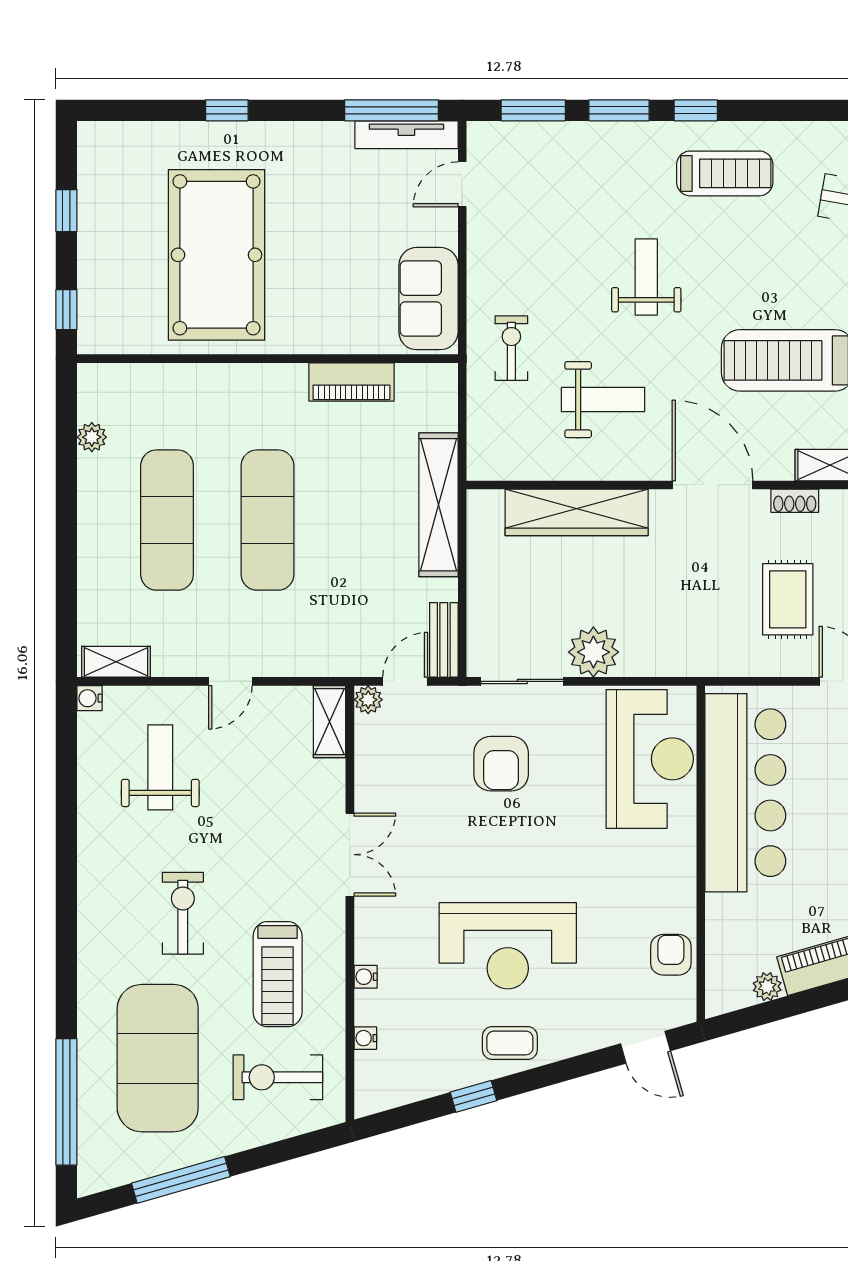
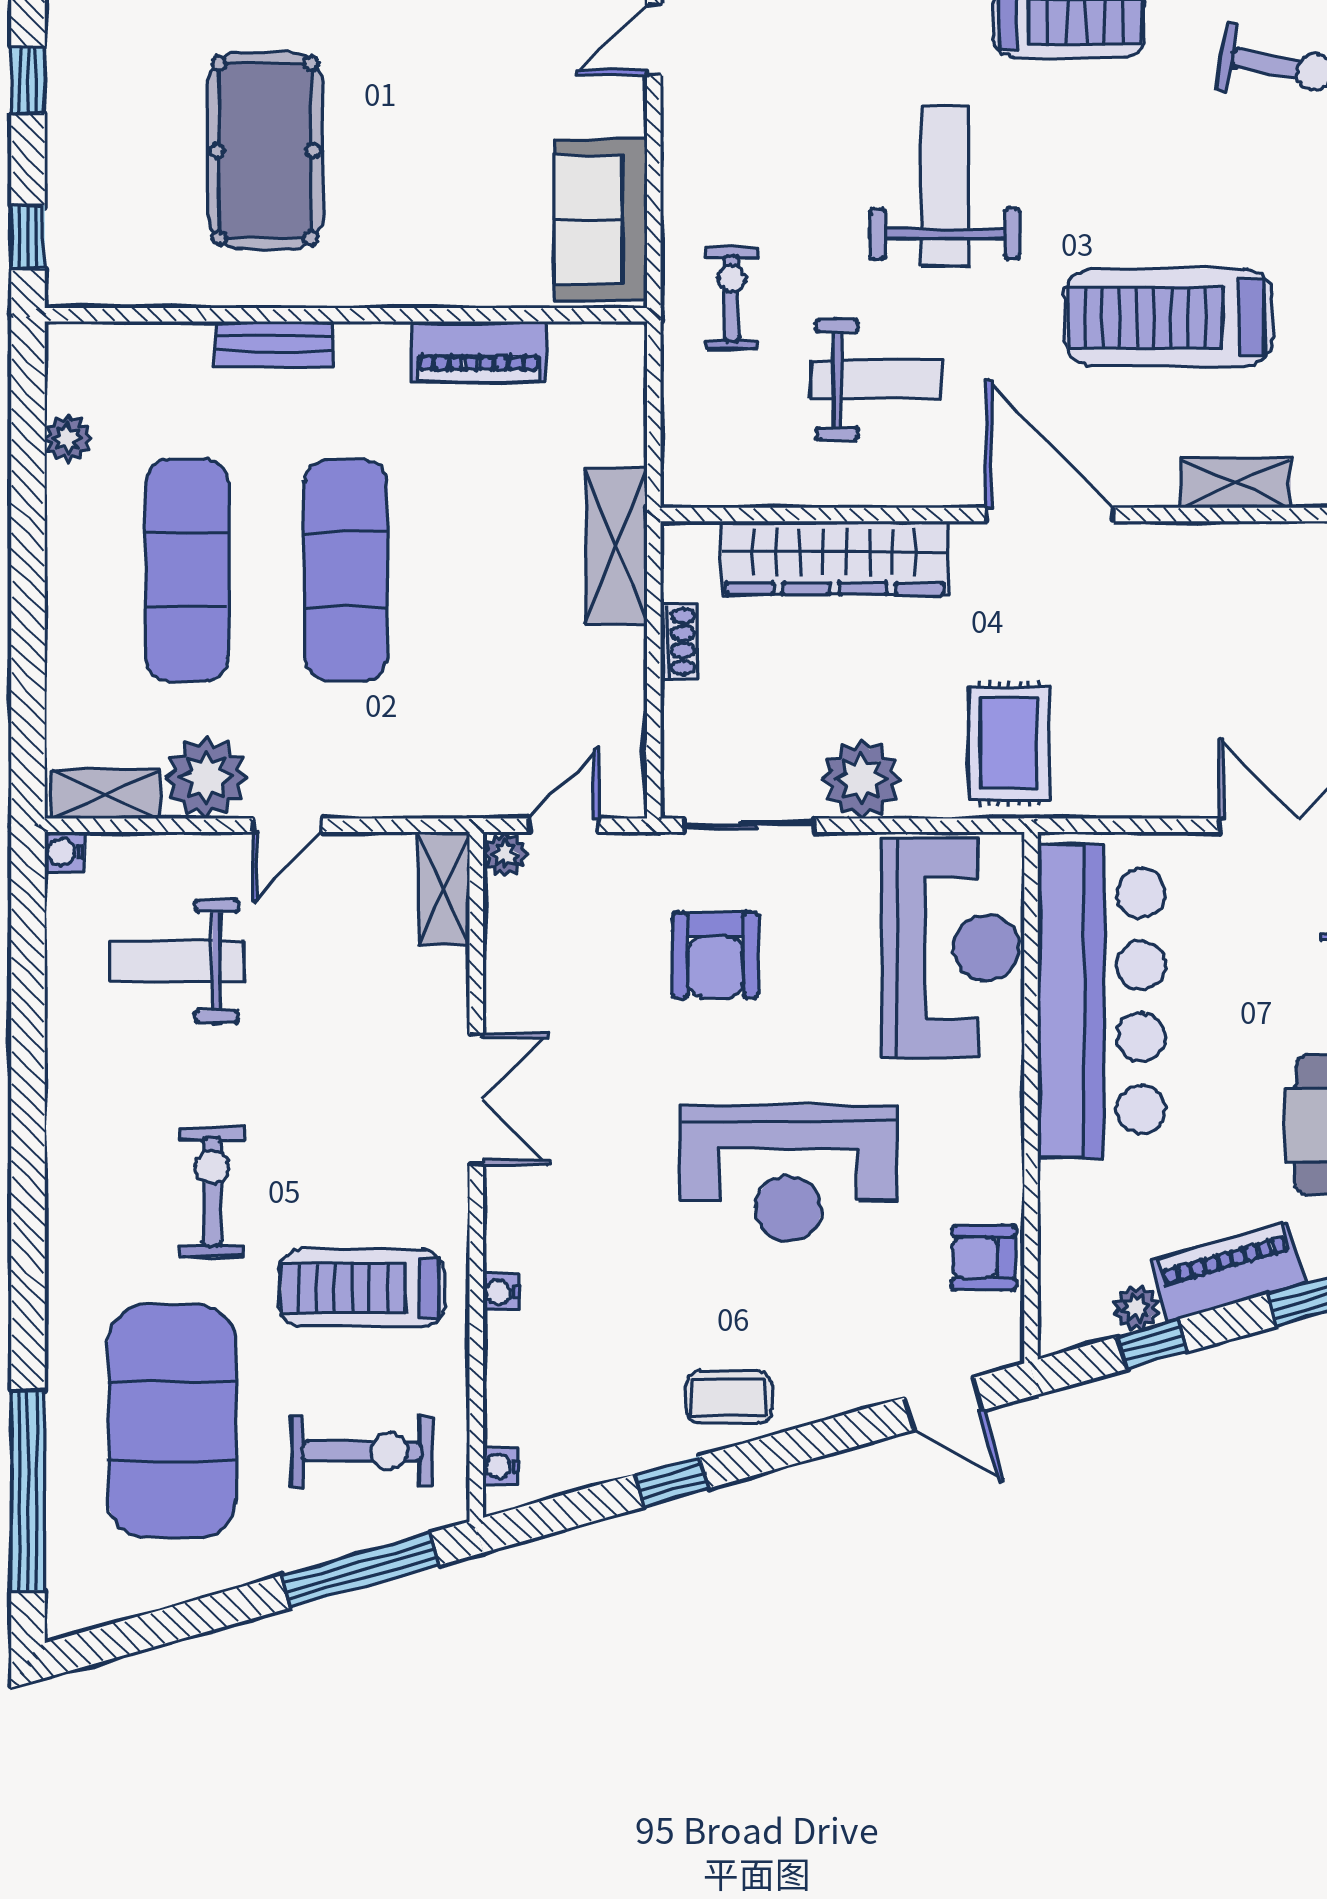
pool table: (217, 255) -> (265, 151), width x0.73, depth x0.76
weight bench: (646, 277) -> (945, 186), width x1.36, depth x1.33
shoe rack: (795, 501) -> (679, 642), moved, turned -90
shelving: (438, 505) -> (616, 546), width x0.68
rug: (788, 599) -> (1009, 743), moved
bench: (444, 640) -> (274, 344), moved, turned 90
plant: (179, 651) -> (206, 777), added
weight bench: (160, 767) -> (176, 961), turned -90
reception desk: (508, 946) -> (788, 1173), moved
armchair: (671, 955) -> (984, 1258), turned -90
treadmill: (278, 974) -> (362, 1288), turned 90
window: (778, 1009) -> (1153, 1344), added
water cooler: (365, 1038) -> (501, 1466), moved
exercise bike: (278, 1077) -> (362, 1451), turned 180
window: (181, 1180) -> (360, 1570), moved

